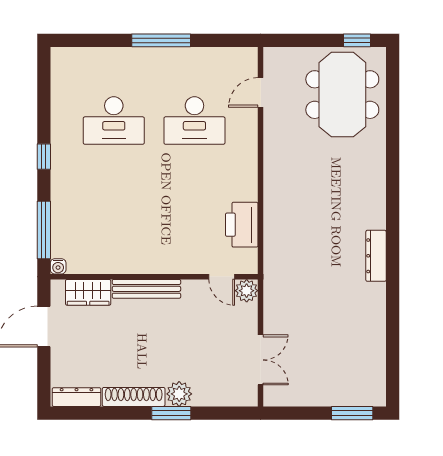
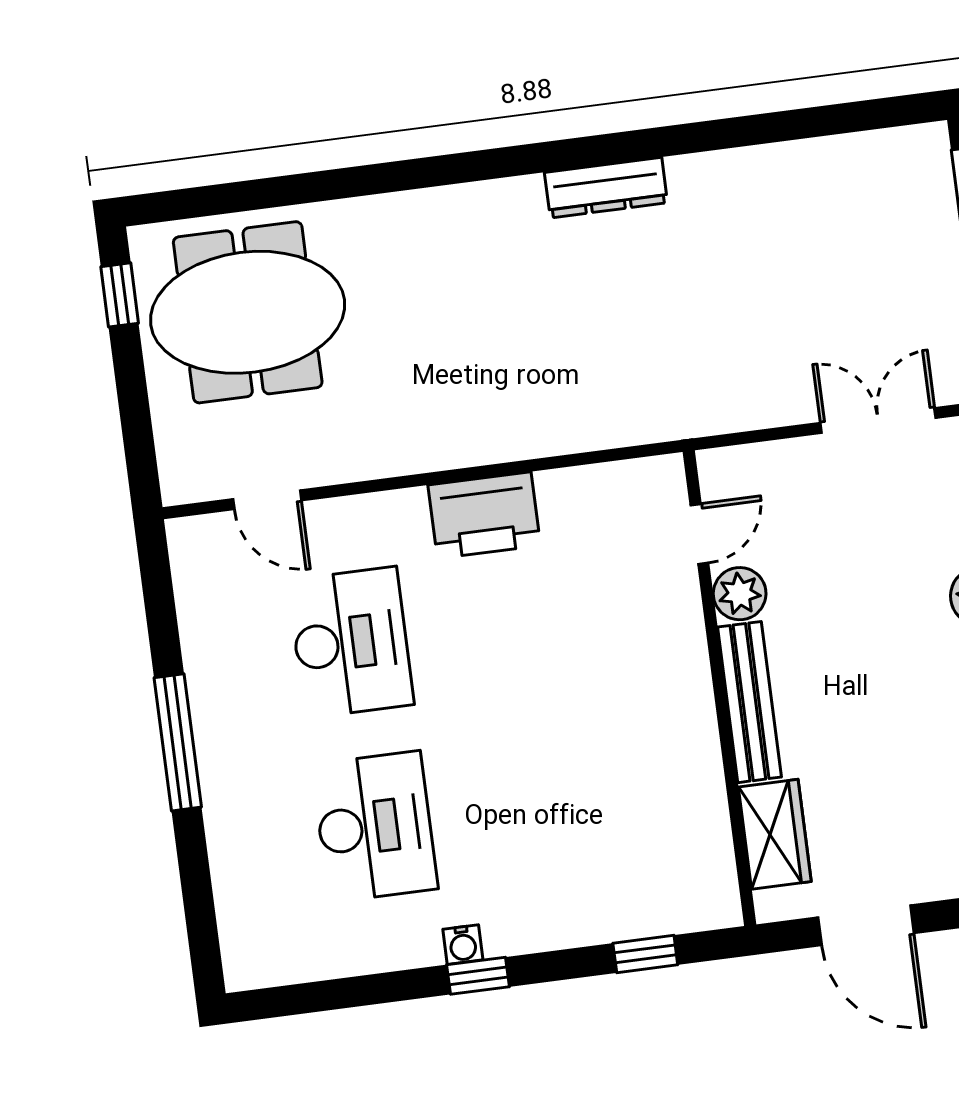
printer: (242, 225) -> (484, 515), moved
window: (44, 230) -> (645, 954), width x0.46
water cooler: (58, 266) -> (463, 945), moved, turned 90
plant: (247, 291) -> (740, 594), moved

